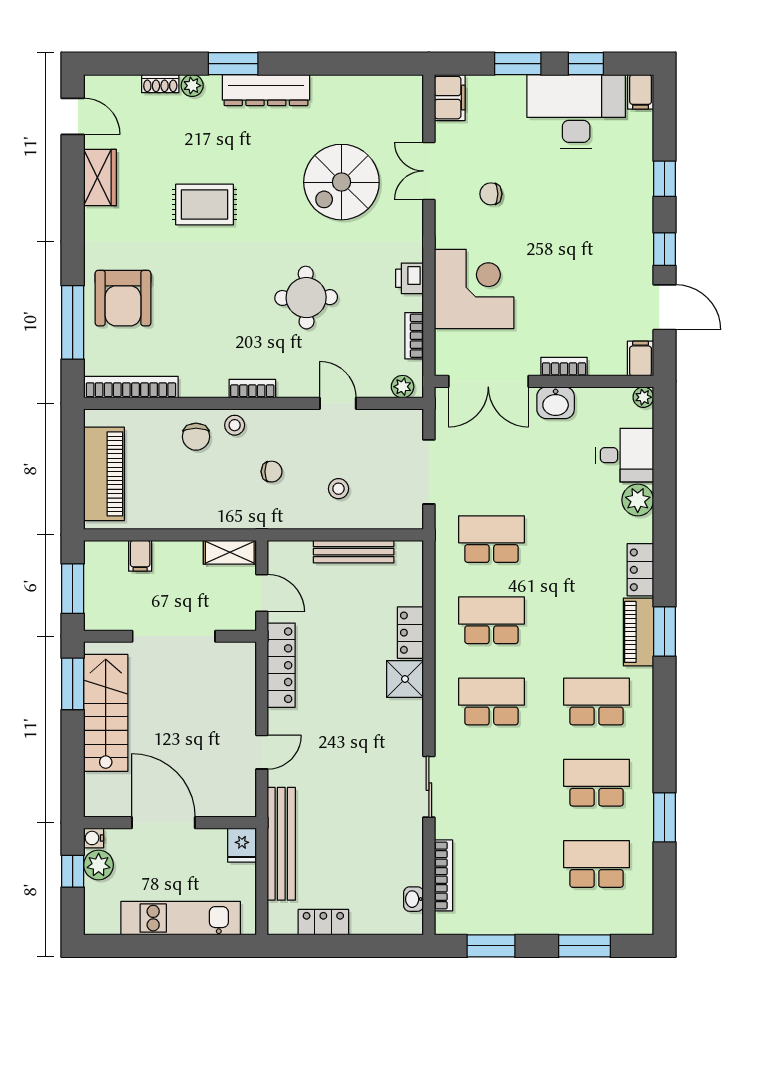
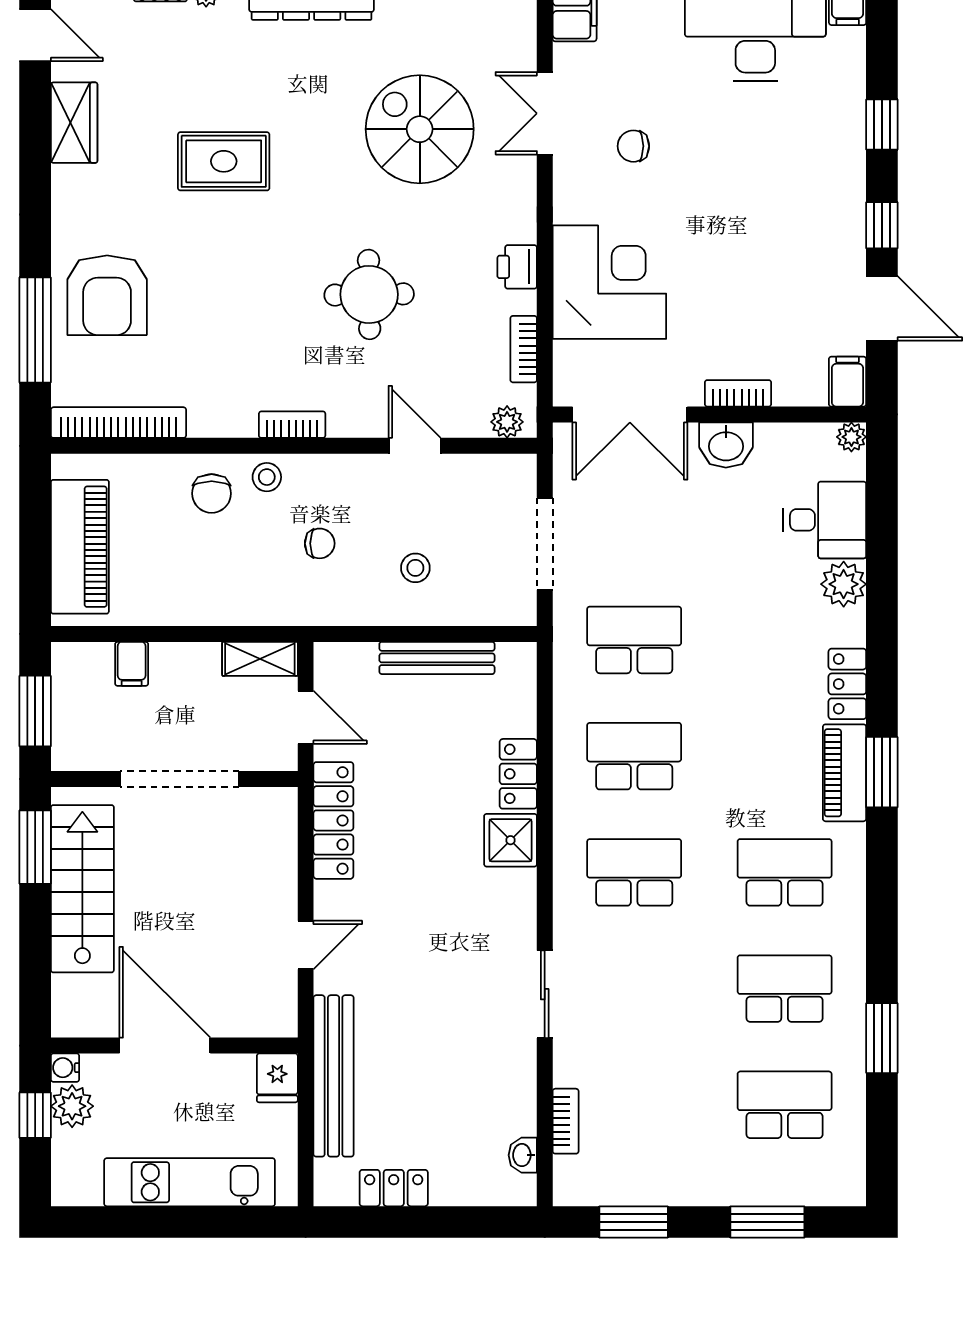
spiral stairs: (341, 182) -> (420, 129), turned 90
bookcase: (443, 875) -> (566, 1121), width x0.64

